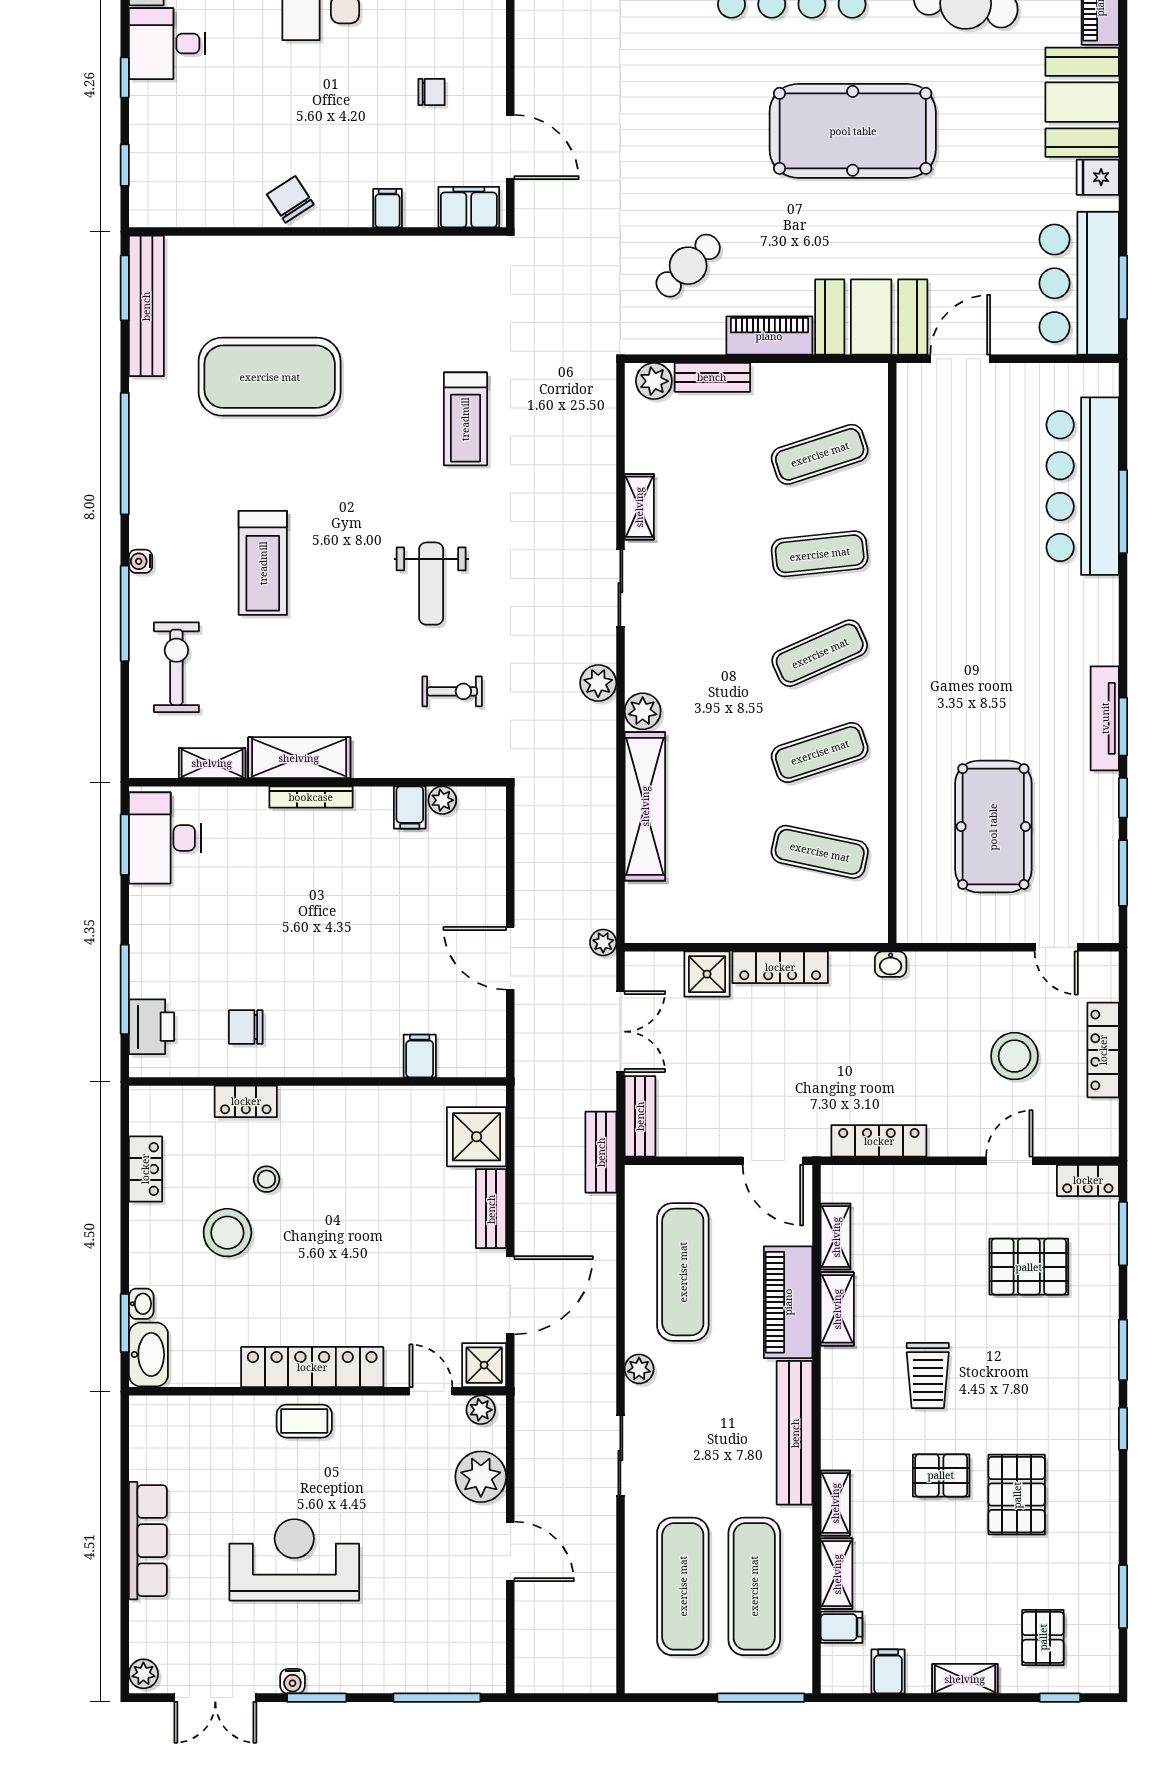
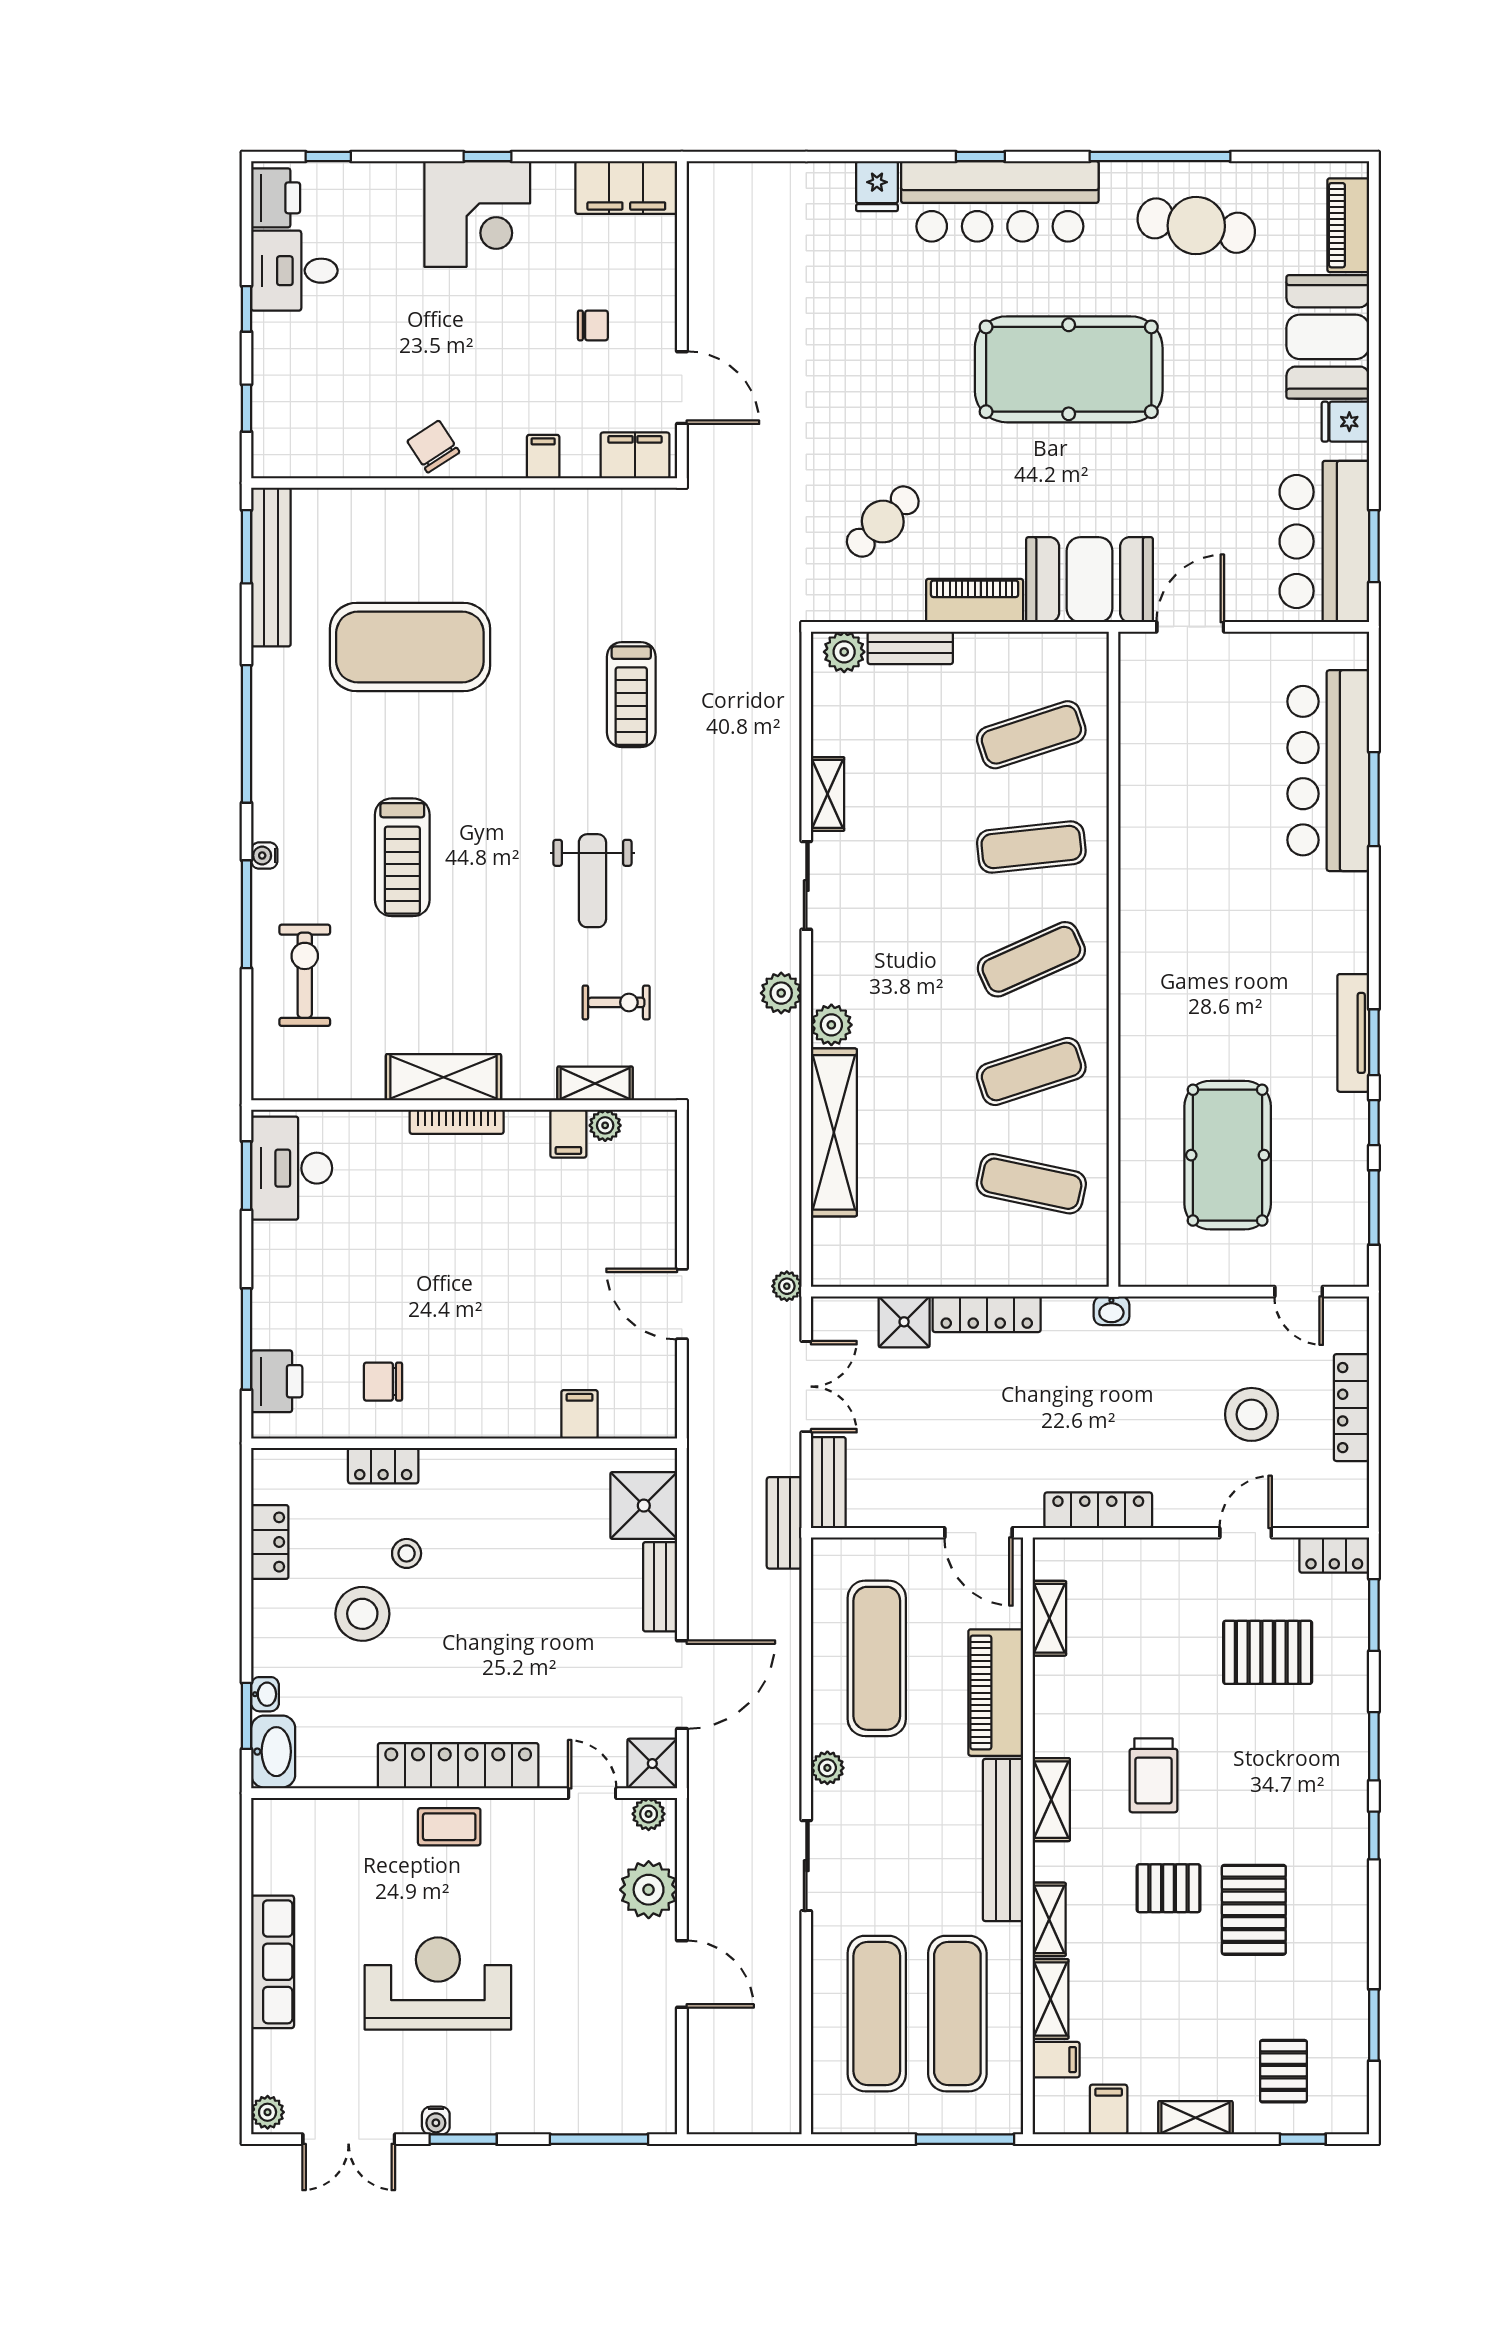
shelving: (212, 763) -> (595, 1083), moved
shelving: (837, 1309) -> (1051, 1800), moved

